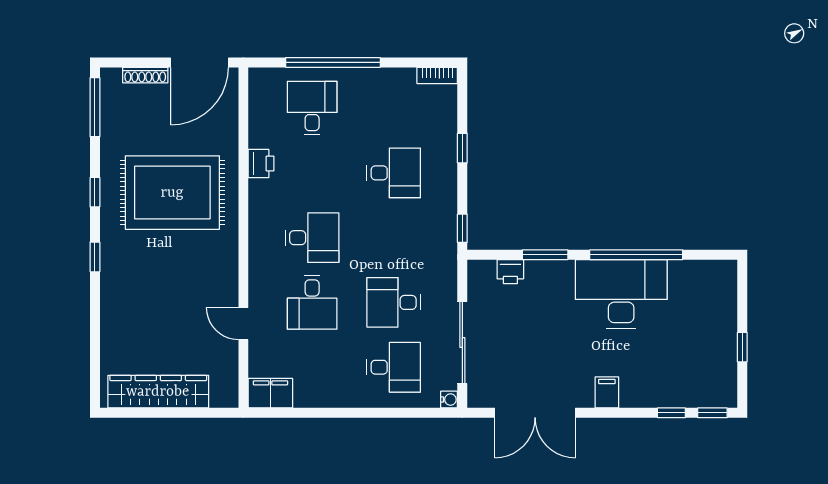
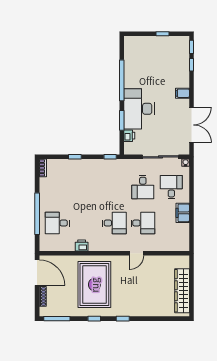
desk: (394, 173) -> (86, 187), removed
desk: (312, 238) -> (114, 223), turned 90
desk: (621, 294) -> (139, 109), moved
door: (243, 324) -> (137, 253), moved
filing cabinet: (270, 393) -> (183, 213), moved

